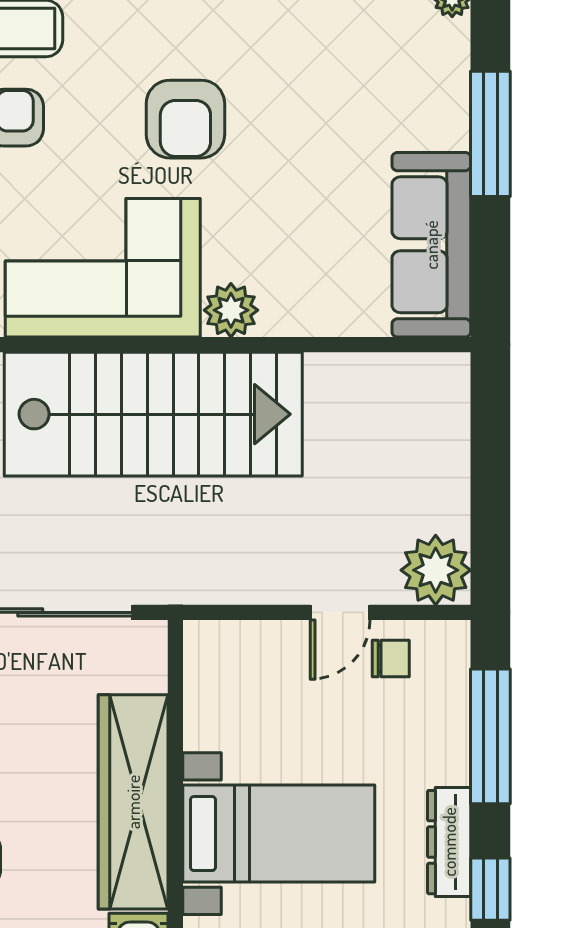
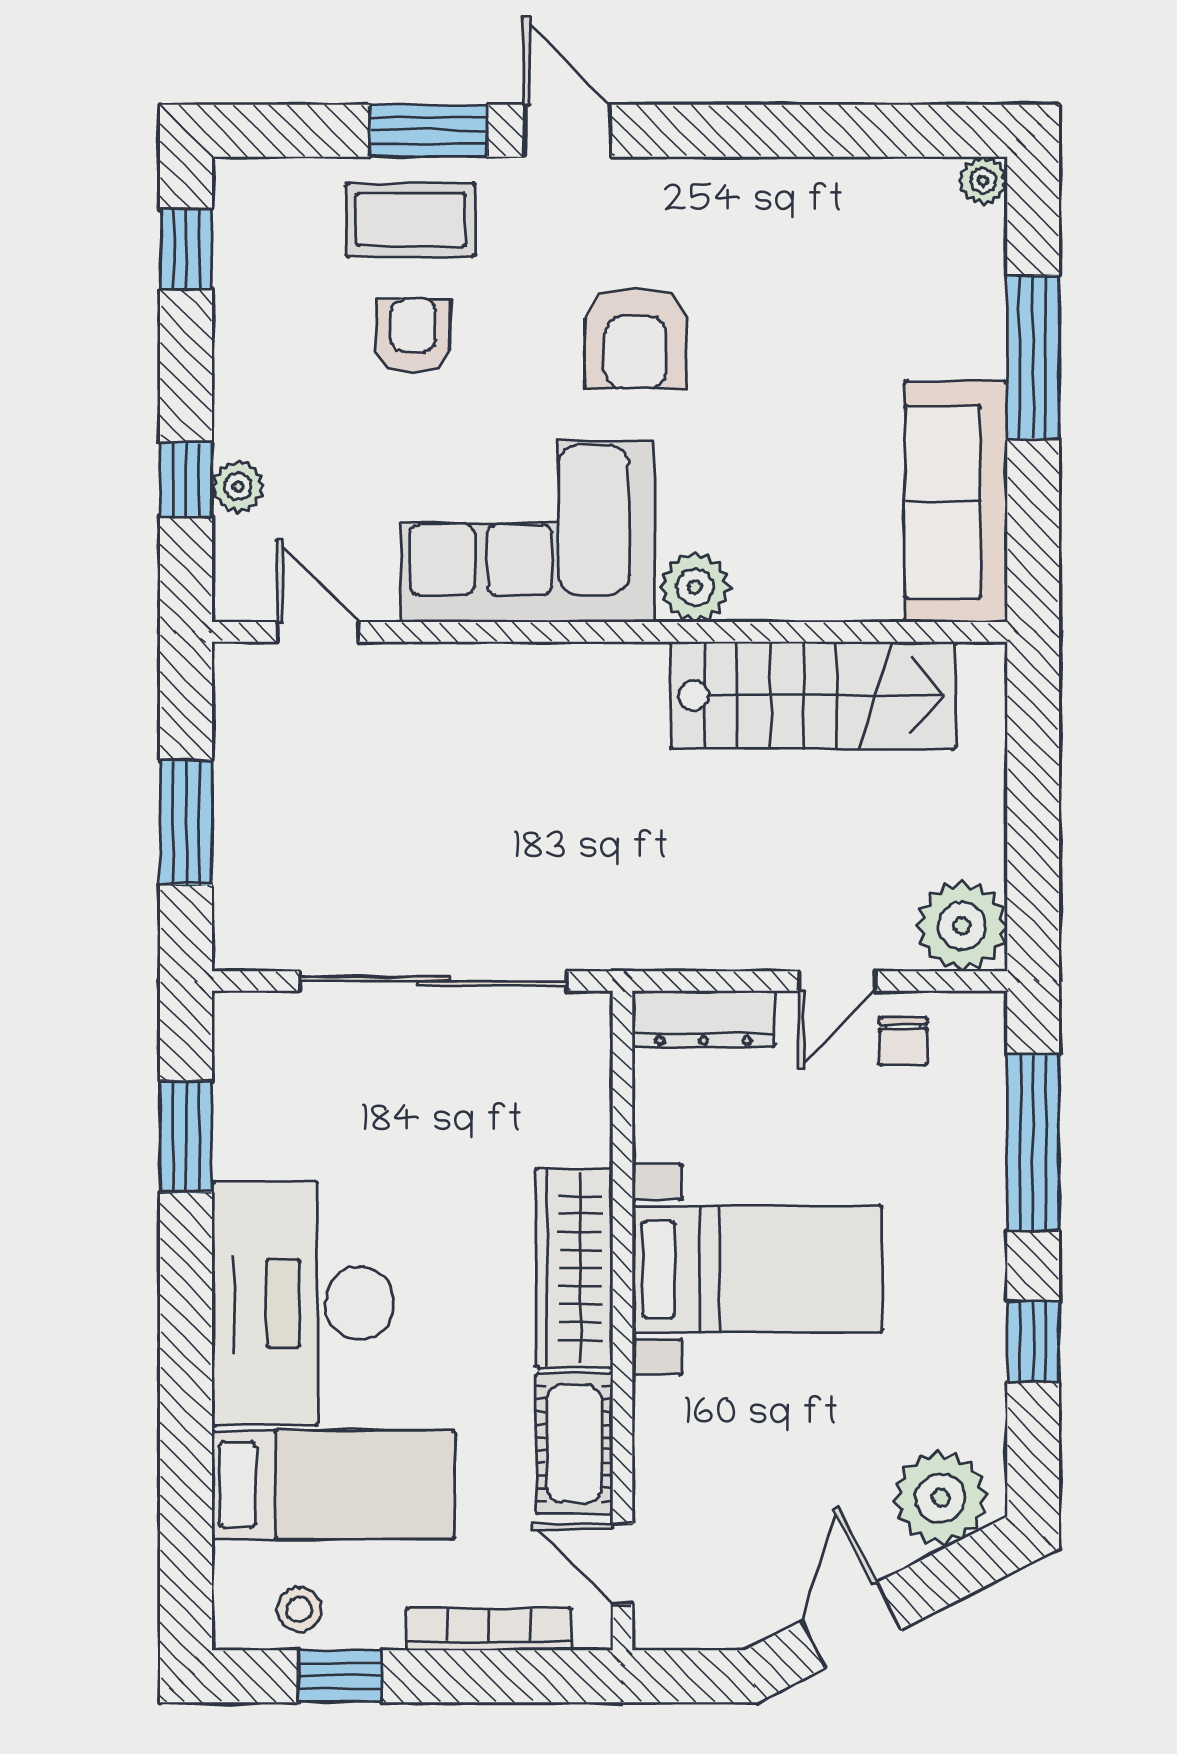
stairs: (153, 414) -> (813, 695), moved, width x0.73, depth x0.66
chair: (391, 659) -> (903, 1041), turned 90
wardrobe: (133, 802) -> (574, 1268), width x0.71, depth x0.85
dresser: (449, 842) -> (704, 1019), moved, turned -90

